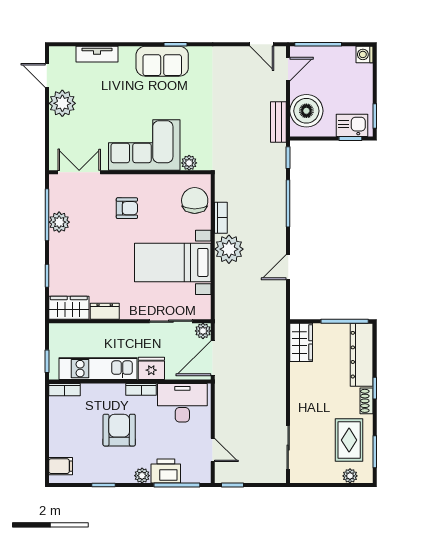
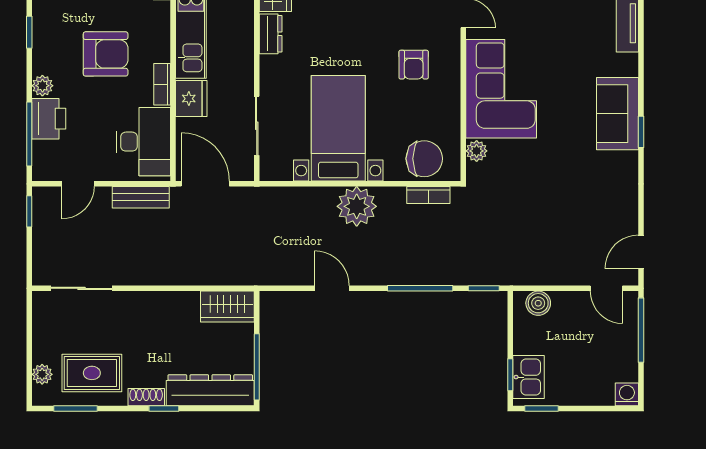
boiler: (306, 111) -> (538, 303), width x0.54, depth x0.54
bench: (278, 122) -> (141, 197), moved
bookcase: (221, 218) -> (428, 195), moved
plant: (203, 331) -> (243, 170), removed

